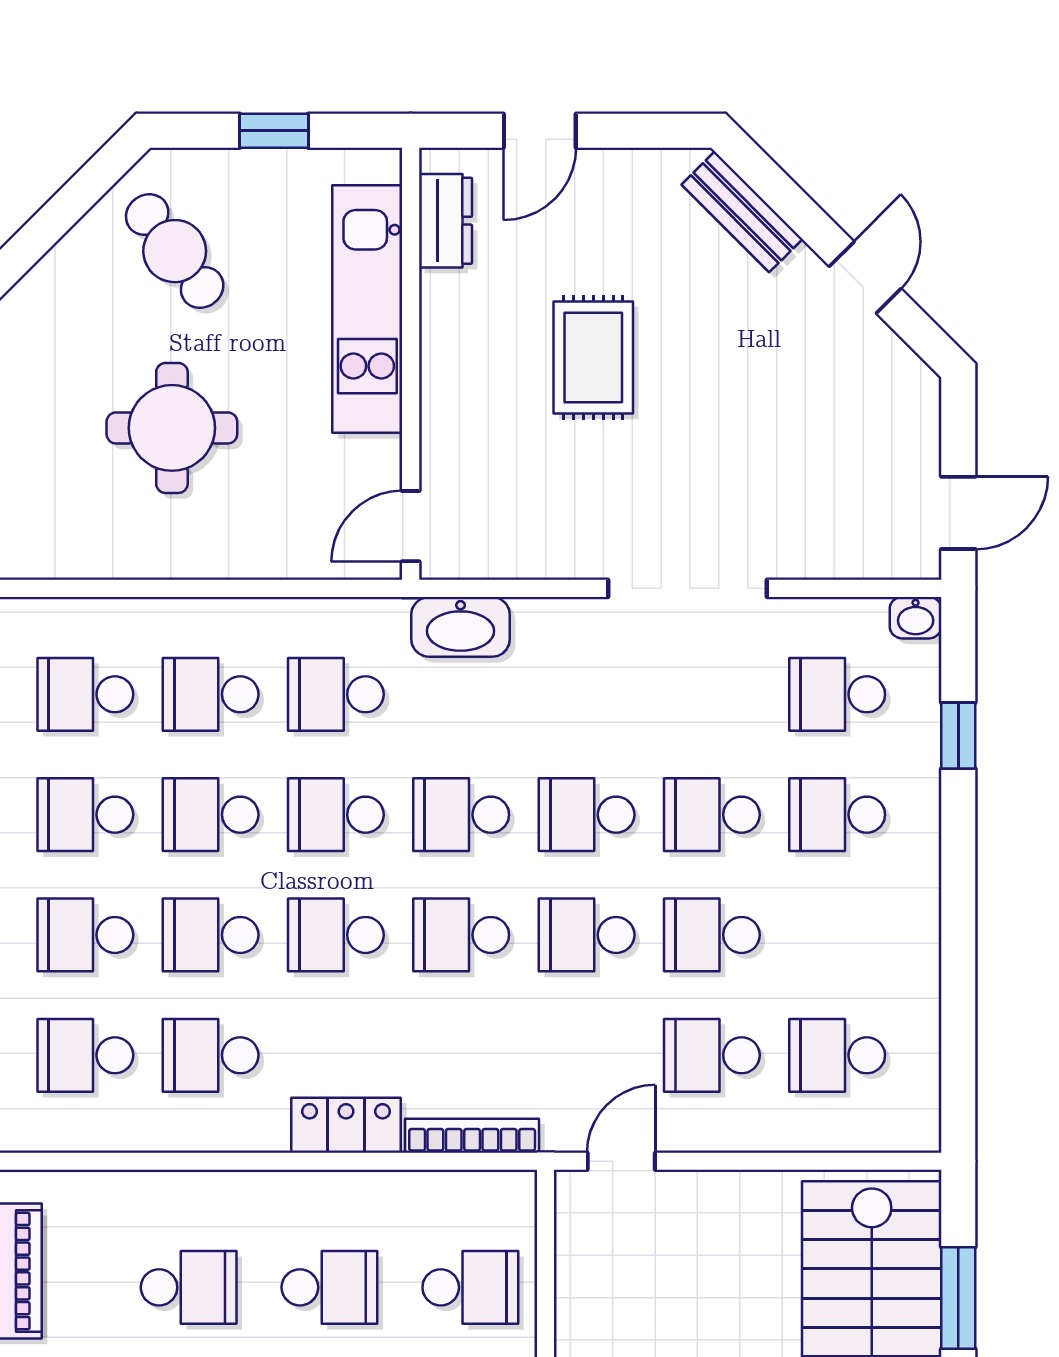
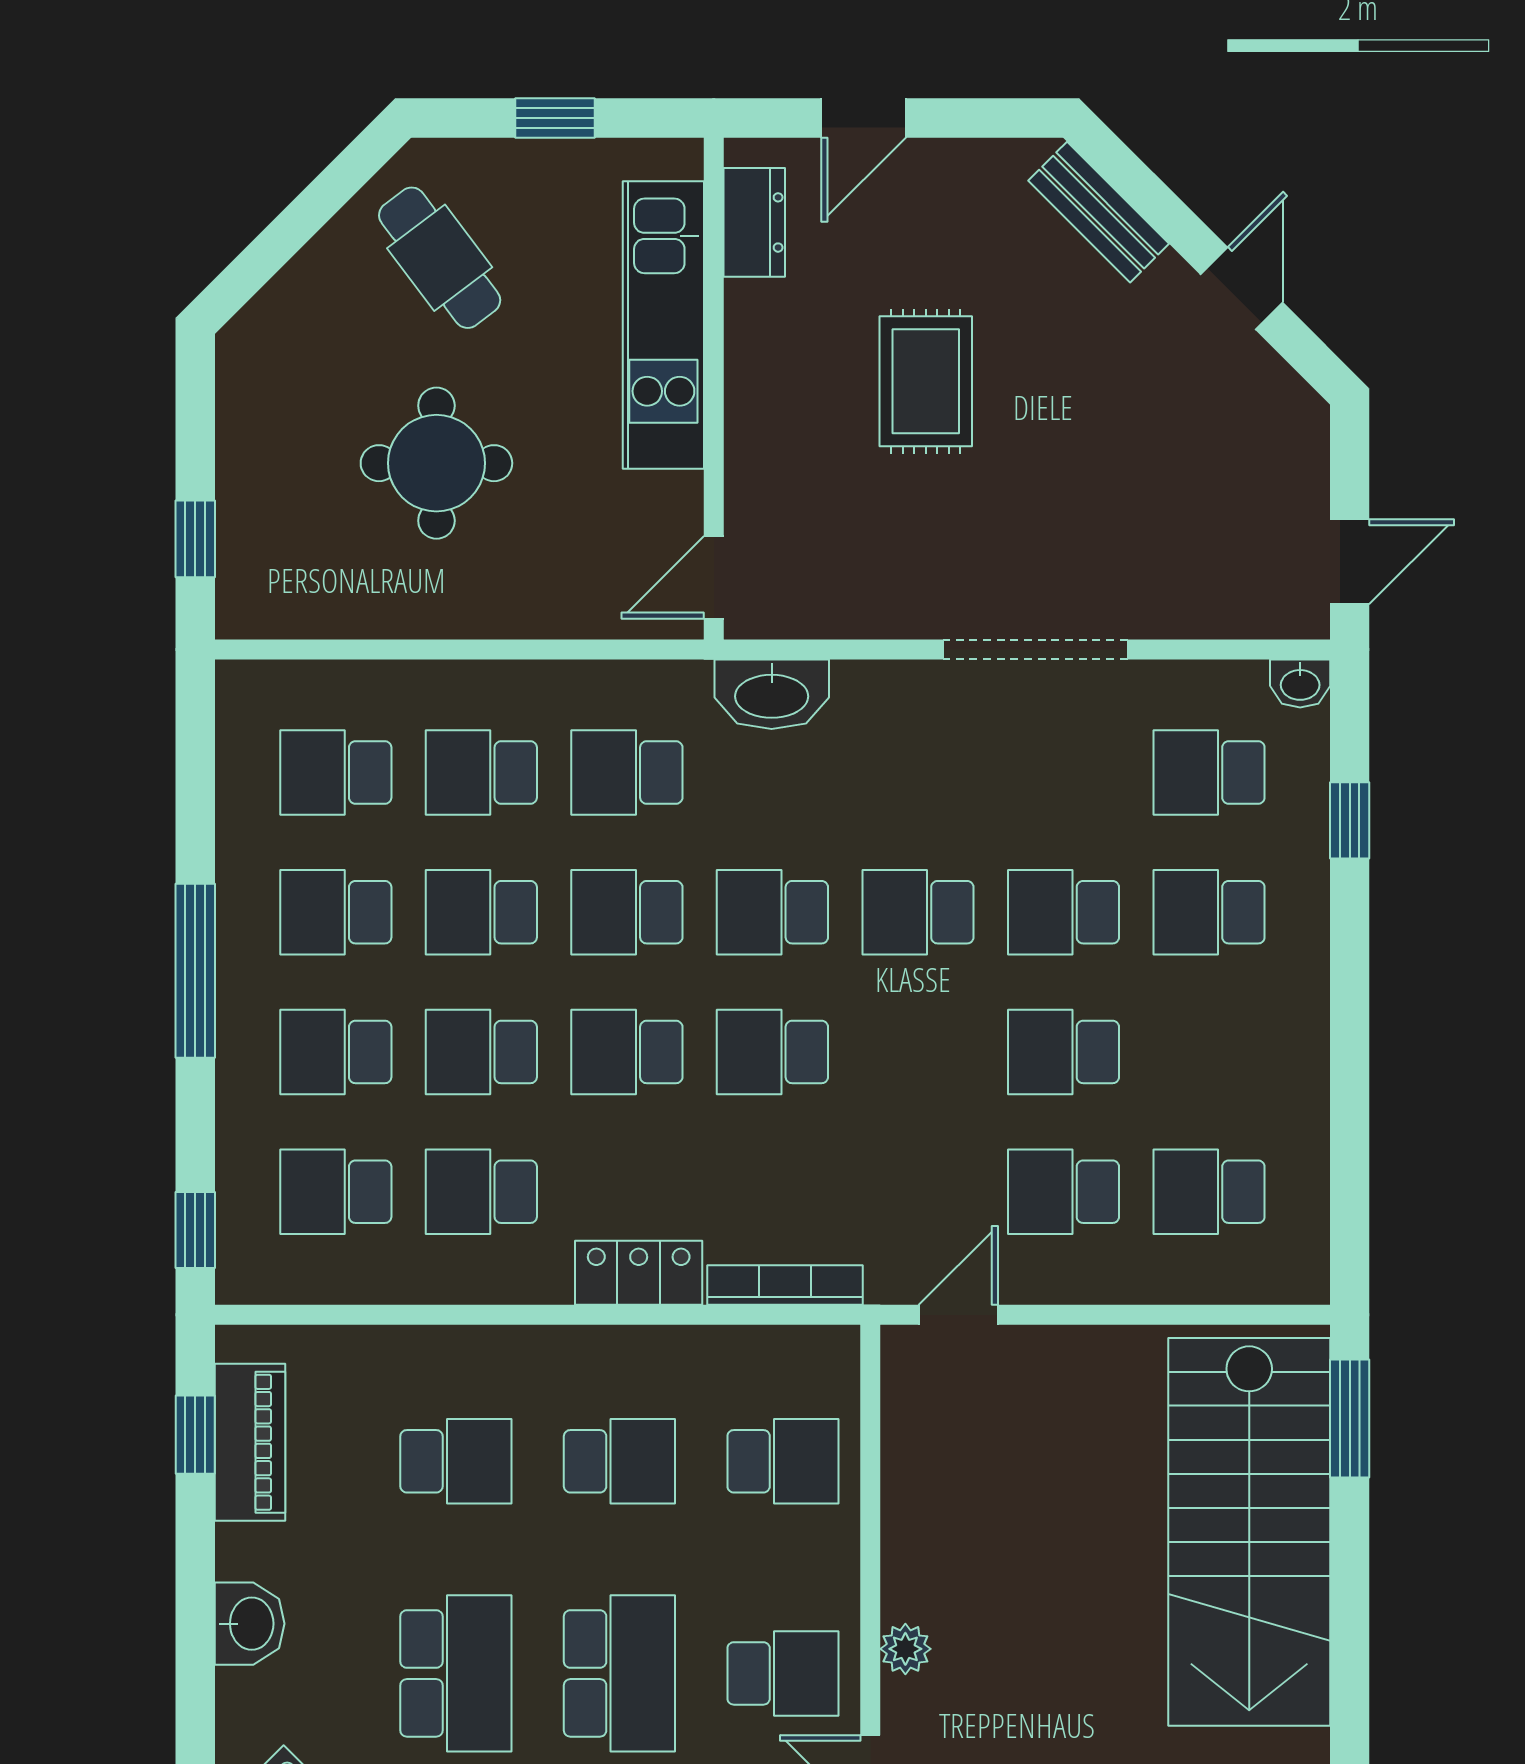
school desk: (587, 935) -> (918, 1052), removed
window: (958, 1298) -> (1350, 1419), moved

